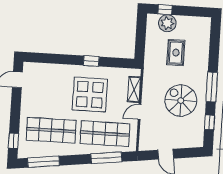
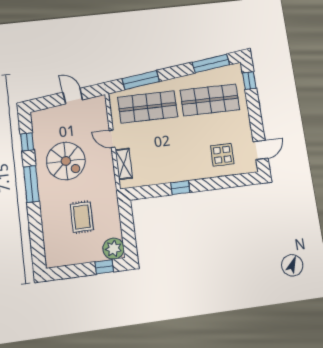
plant: (167, 23) -> (113, 249), moved
display table: (90, 95) -> (222, 155), moved, width x0.54, depth x0.54
door: (140, 112) -> (112, 139), swing flipped

